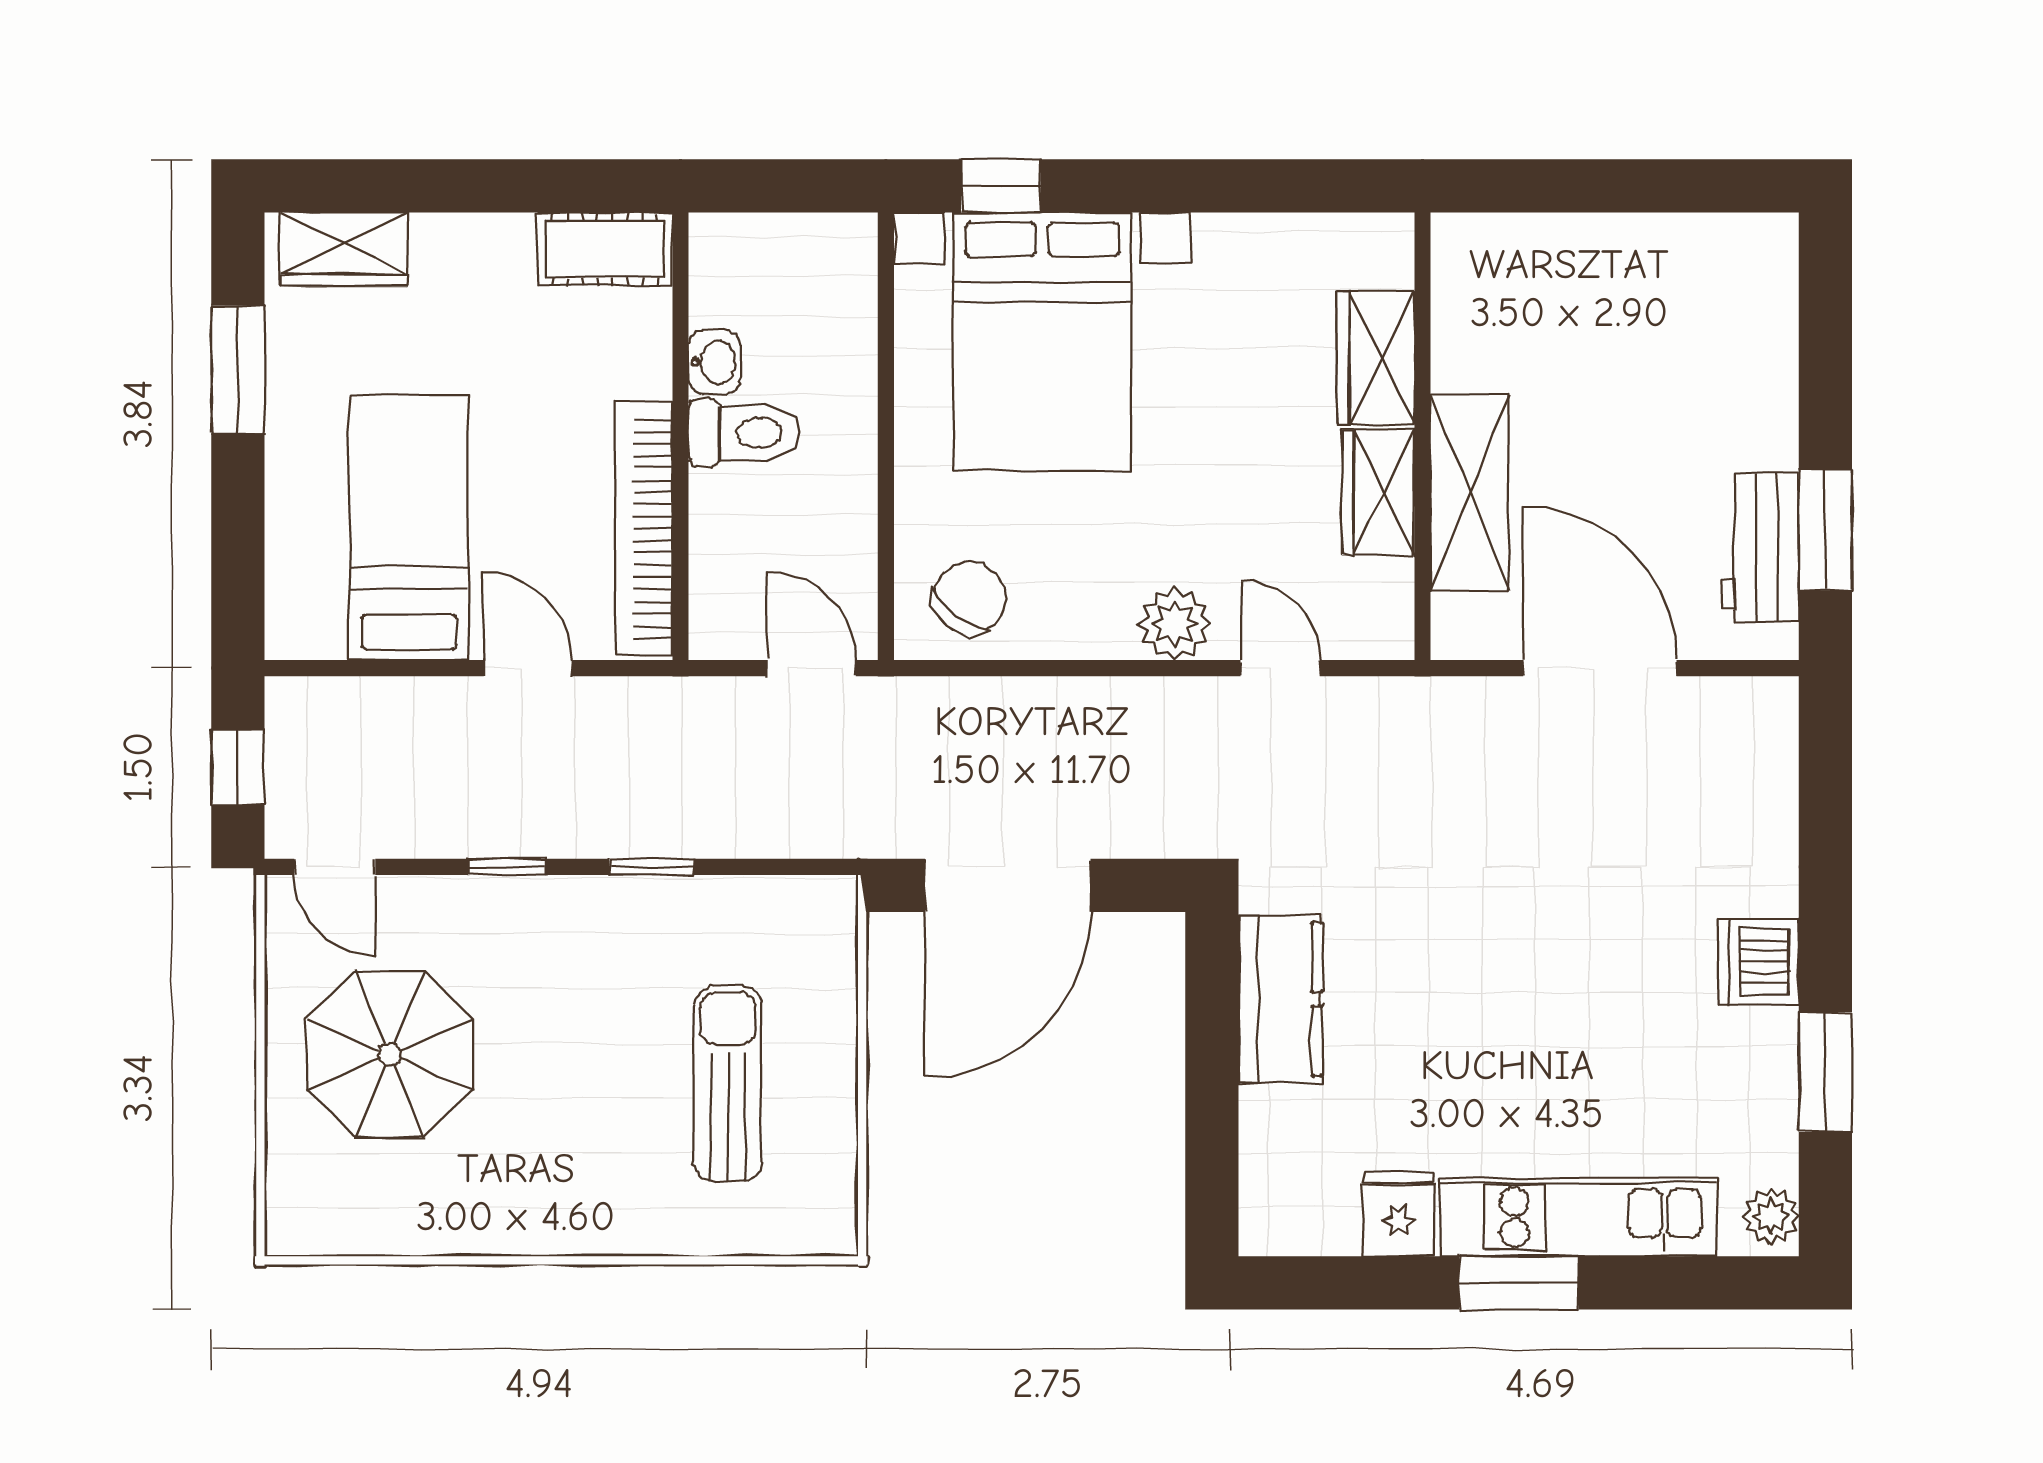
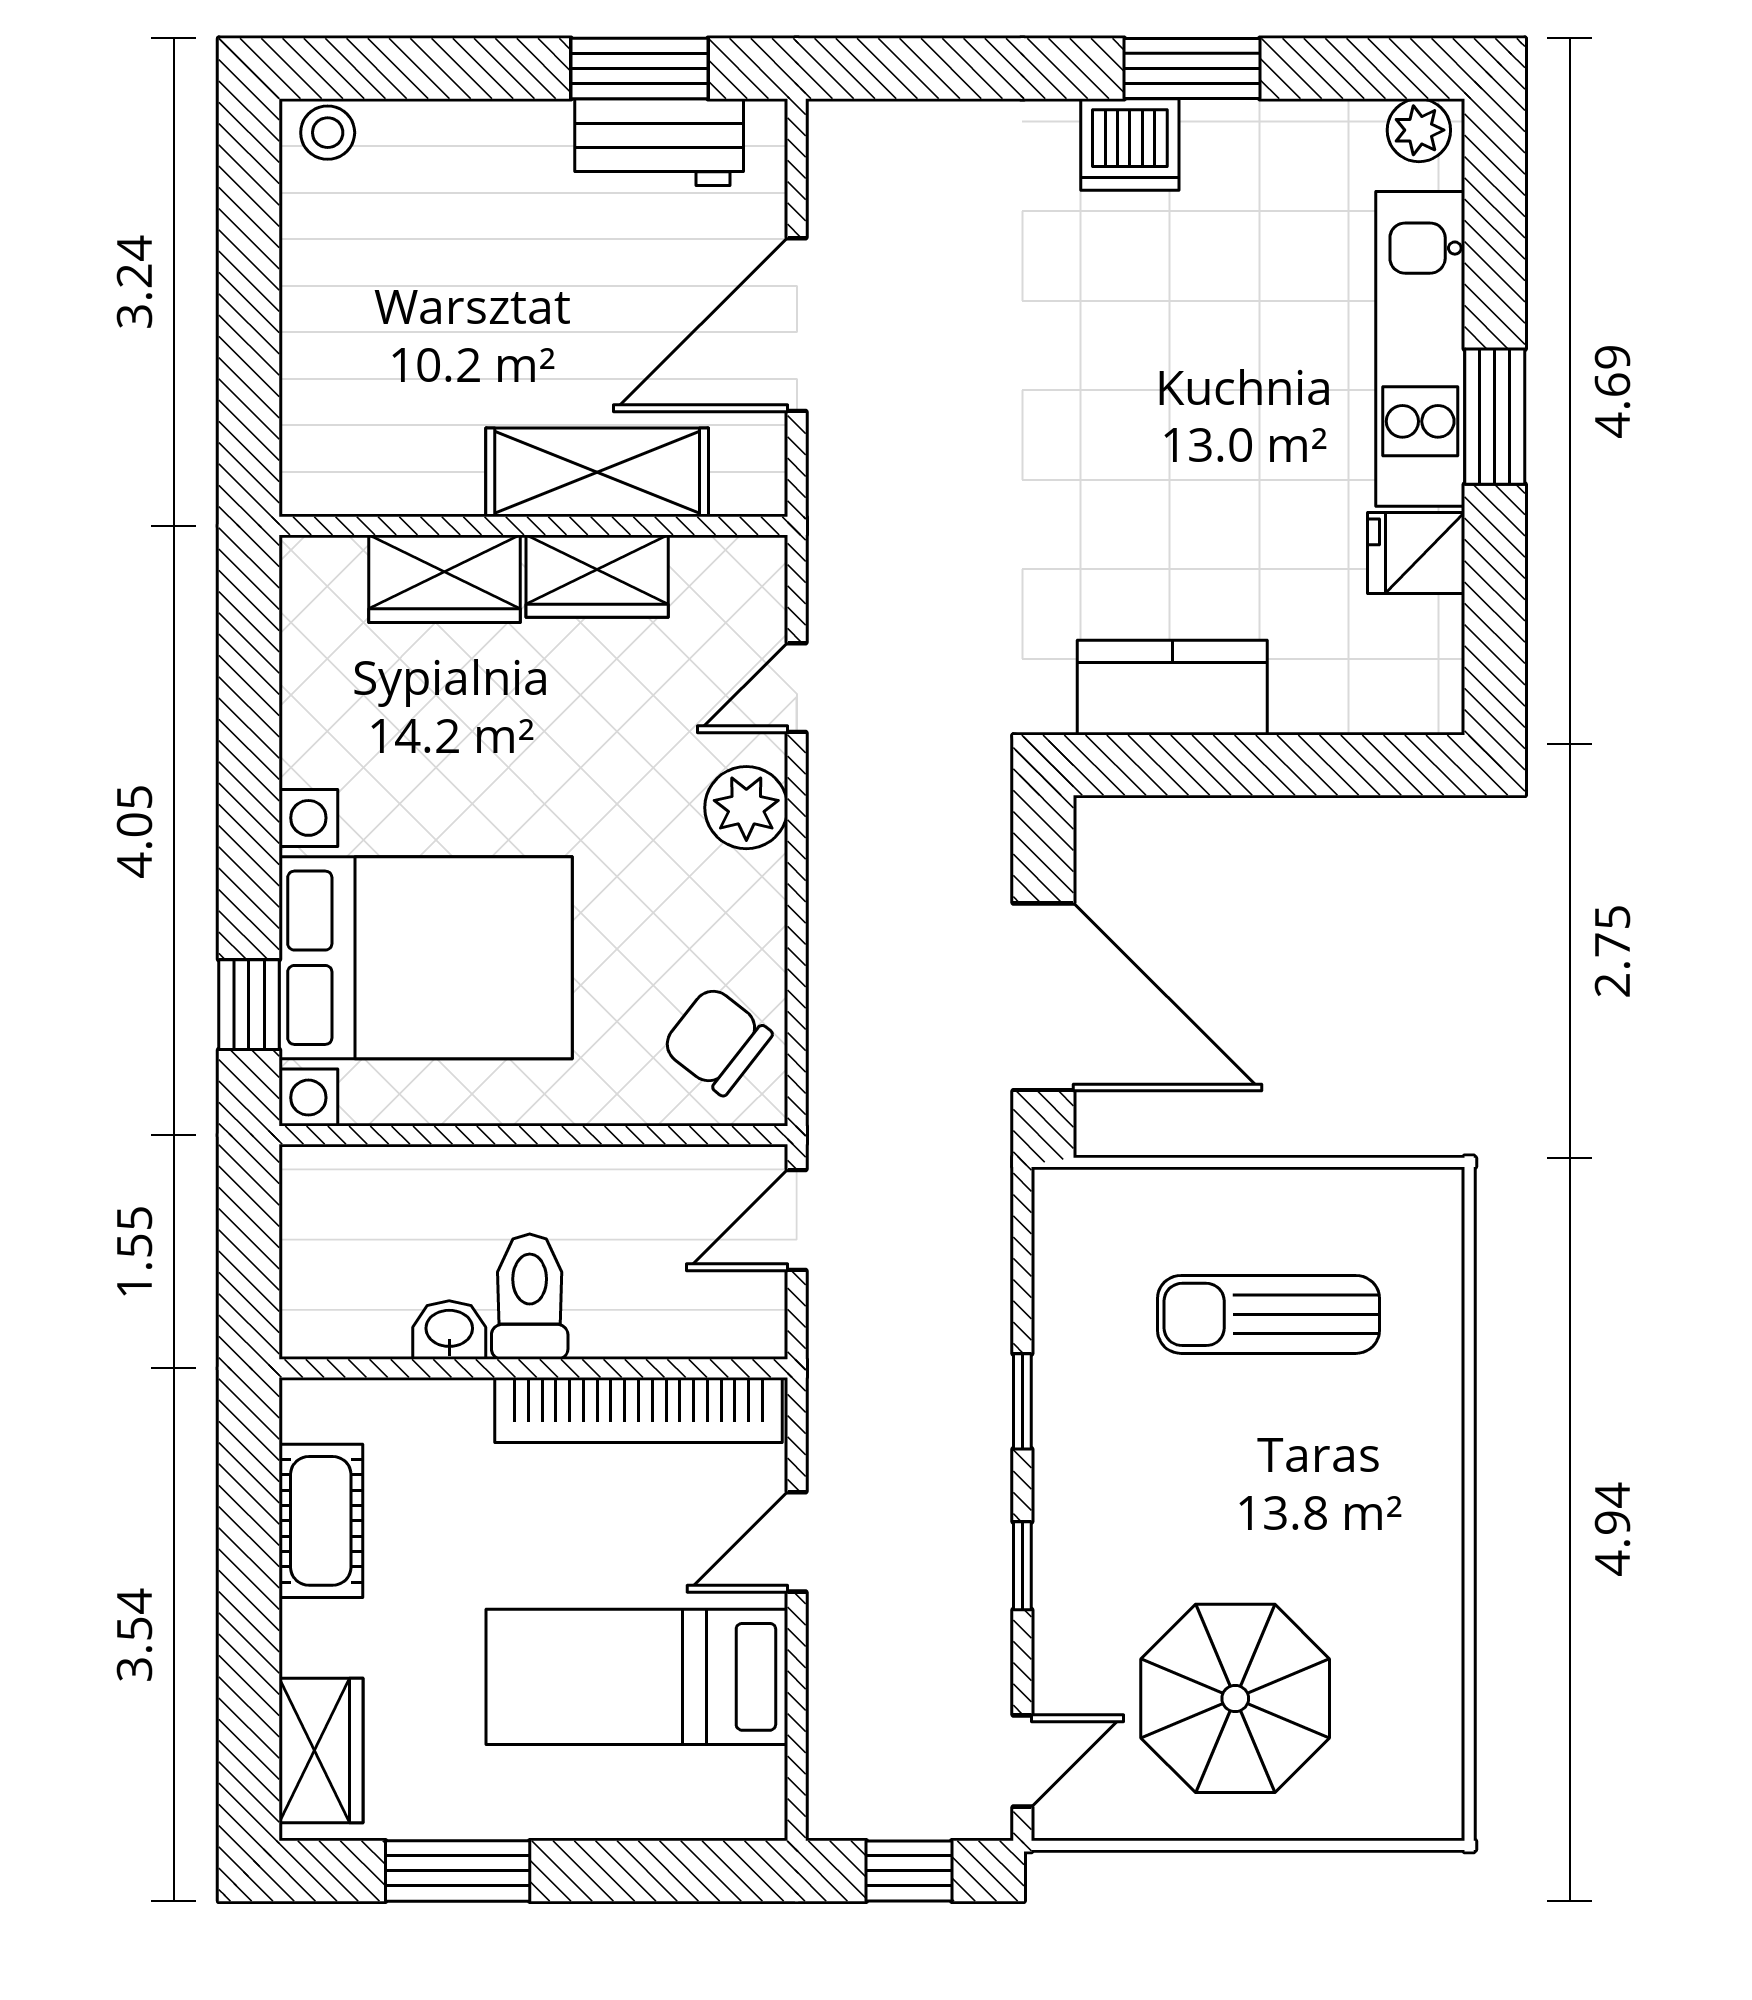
cot: (605, 249) -> (321, 1521), moved
stool: (1769, 255) -> (328, 133), added
window: (1825, 1072) -> (1192, 69), moved

